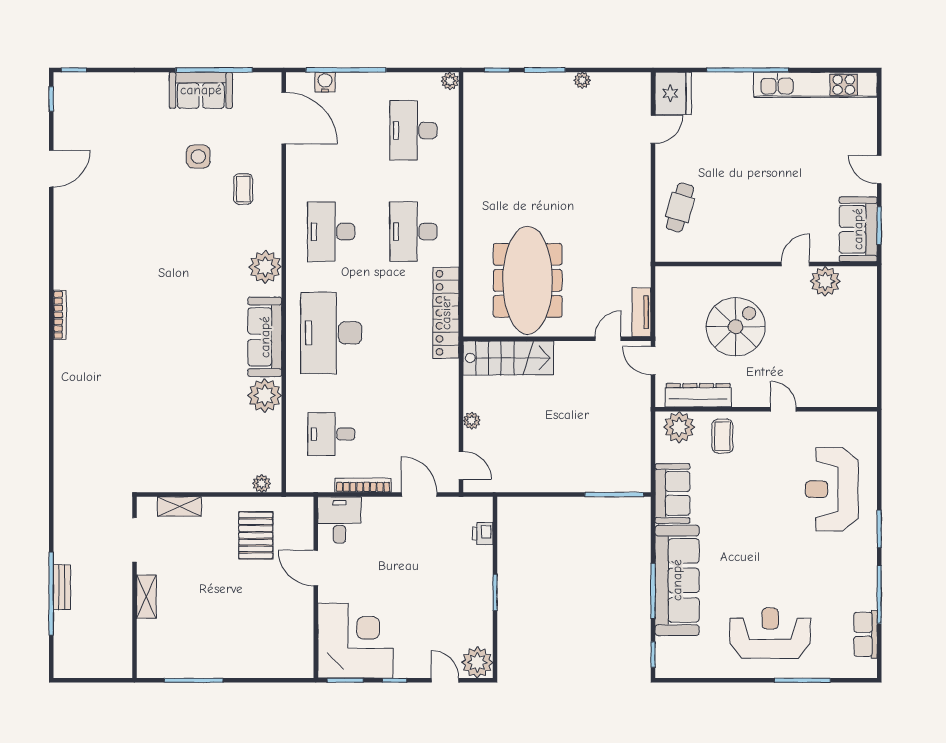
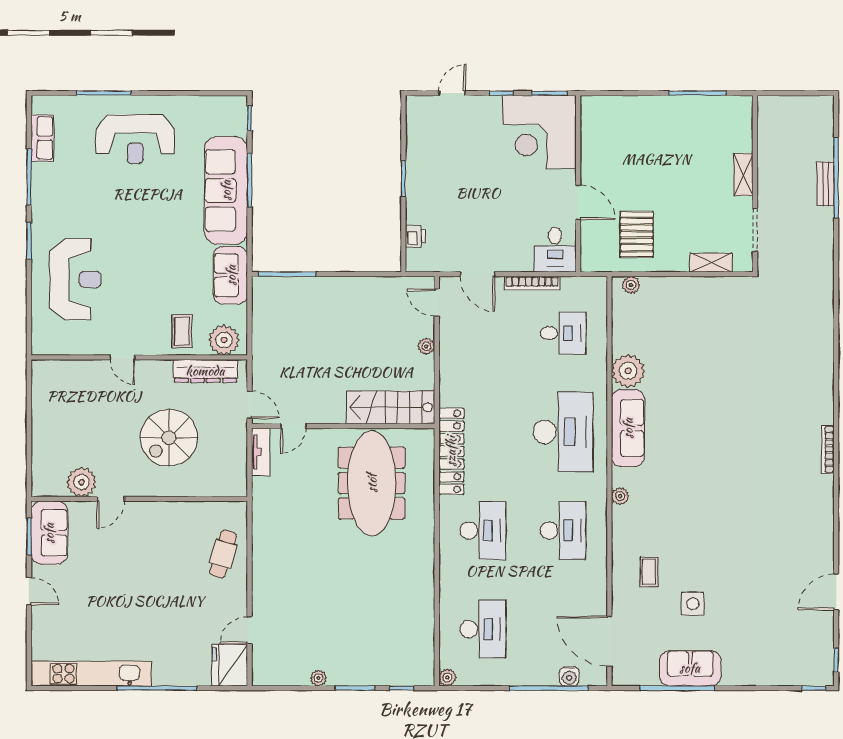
plant: (265, 267) -> (620, 496), width x0.53, depth x0.53
plant: (477, 662) -> (421, 111), removed
door: (445, 680) -> (452, 93), swing flipped

